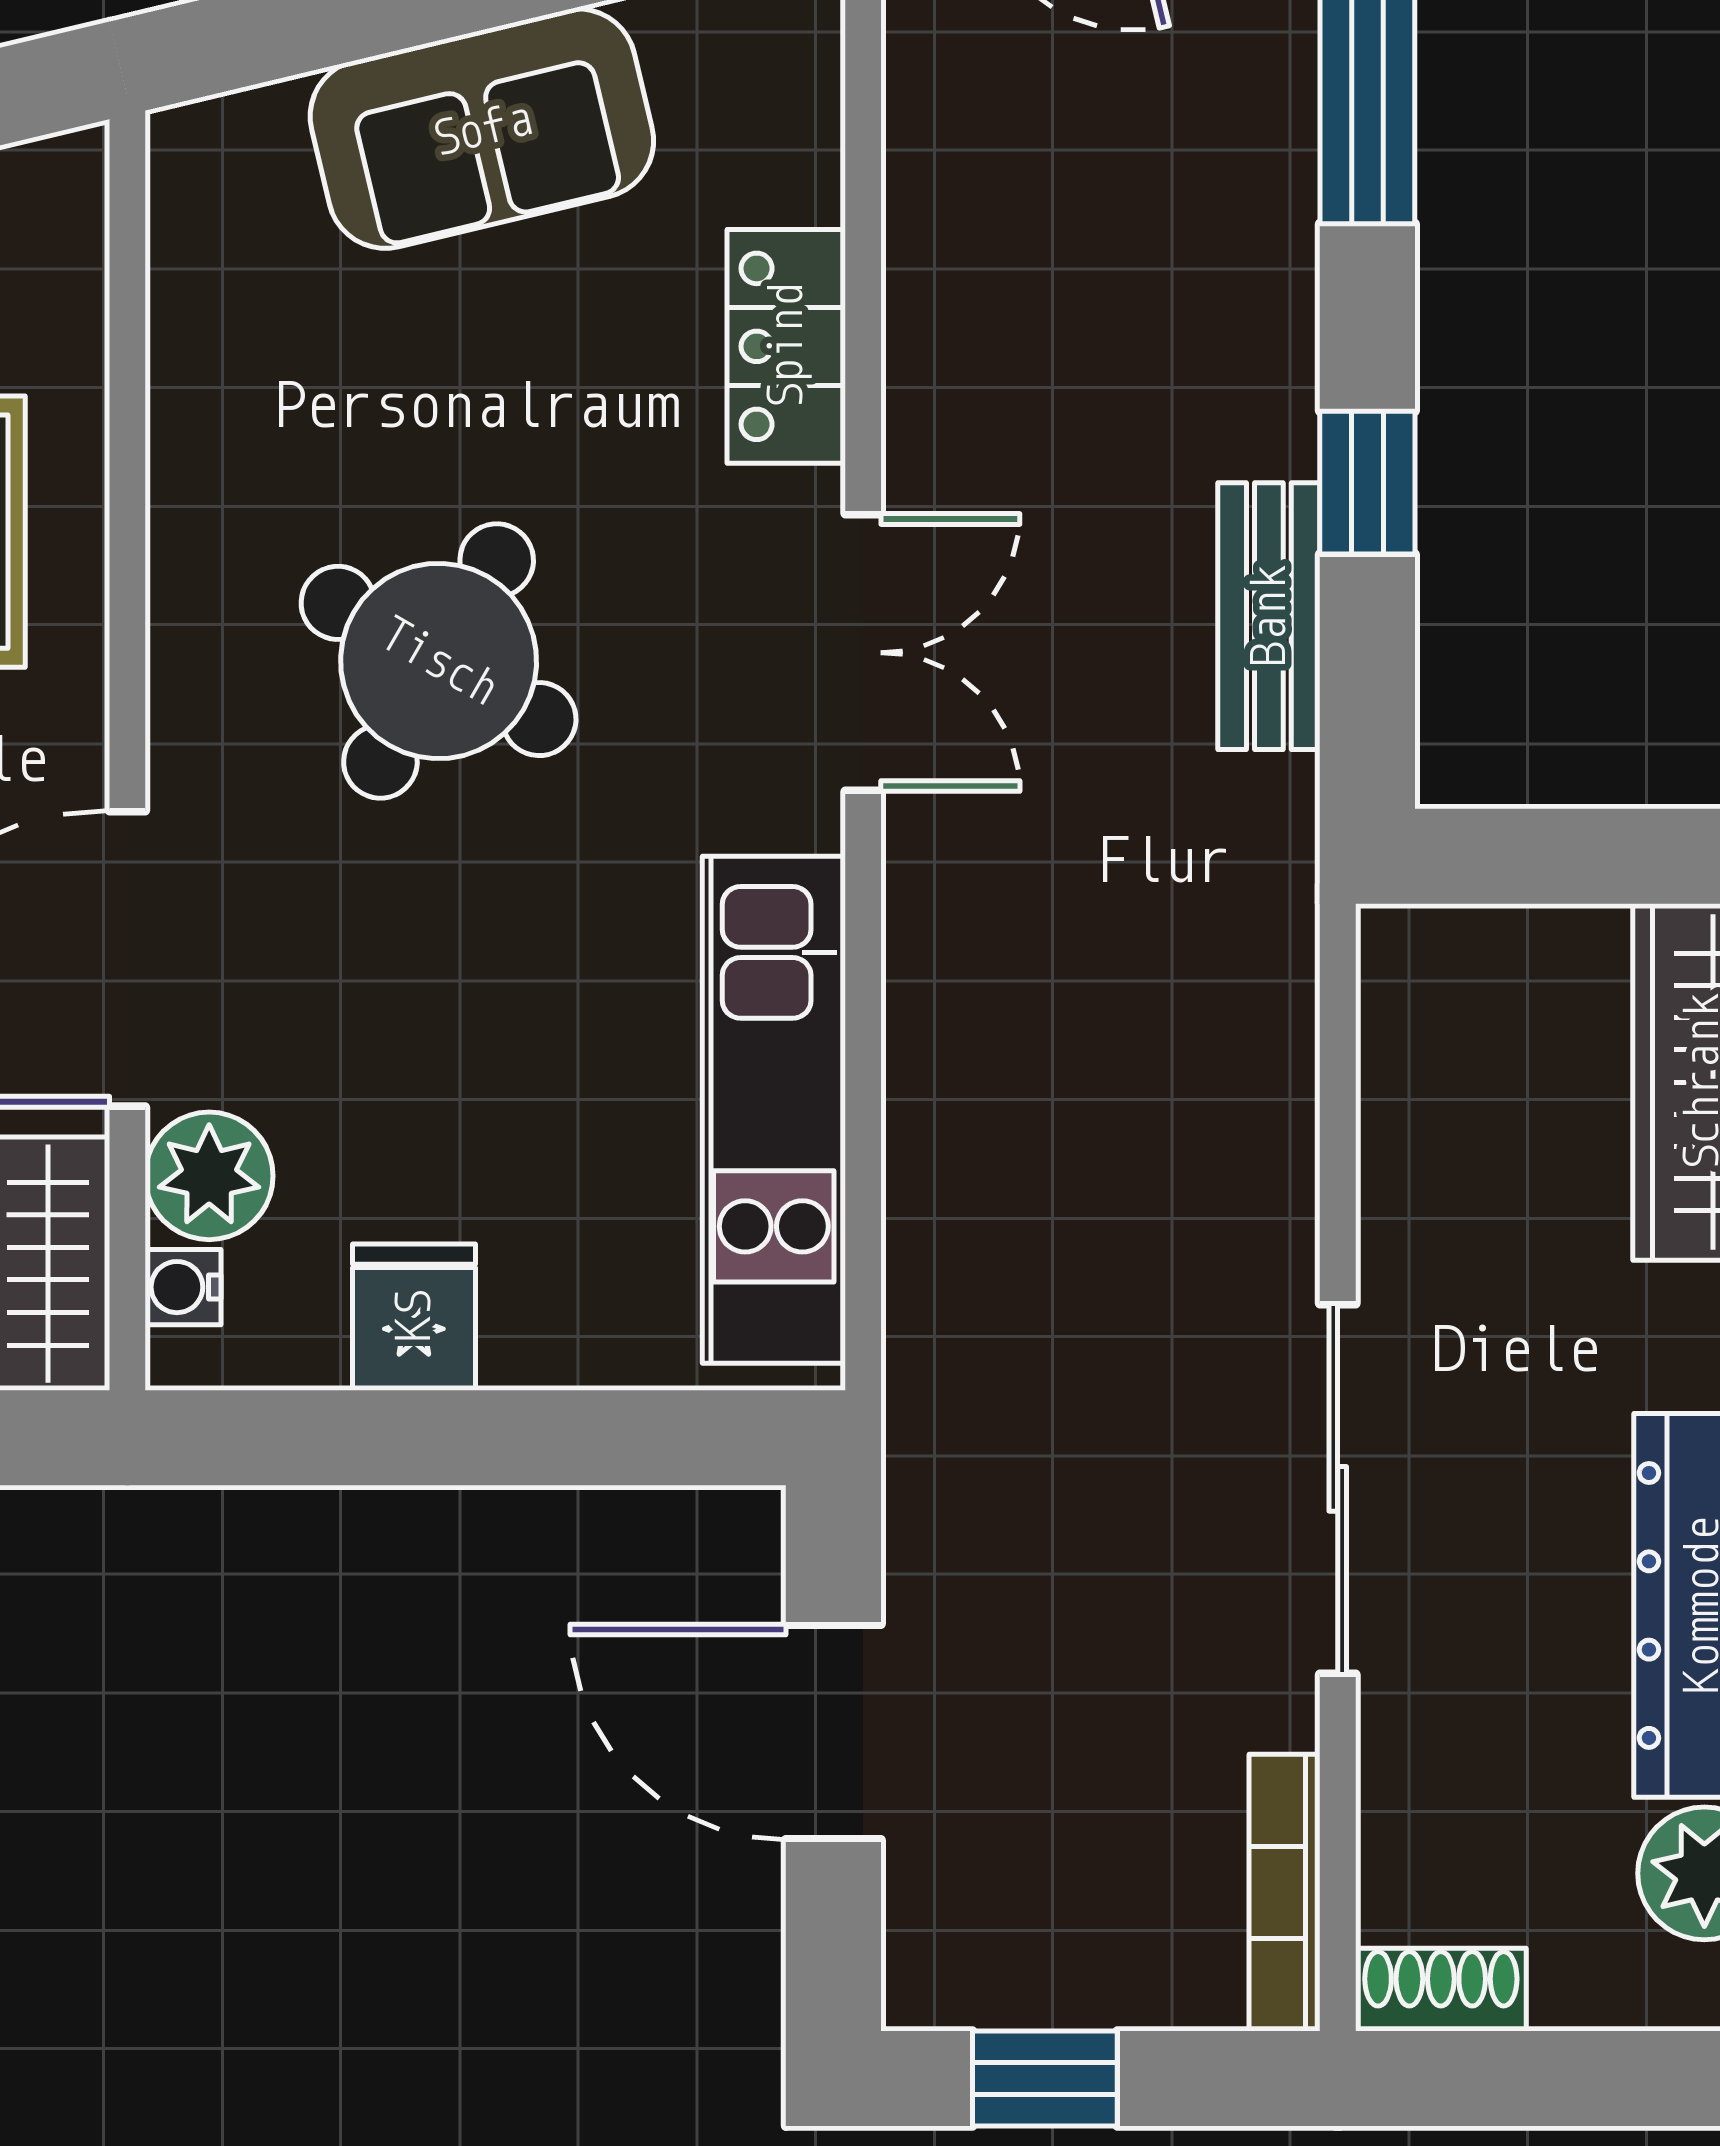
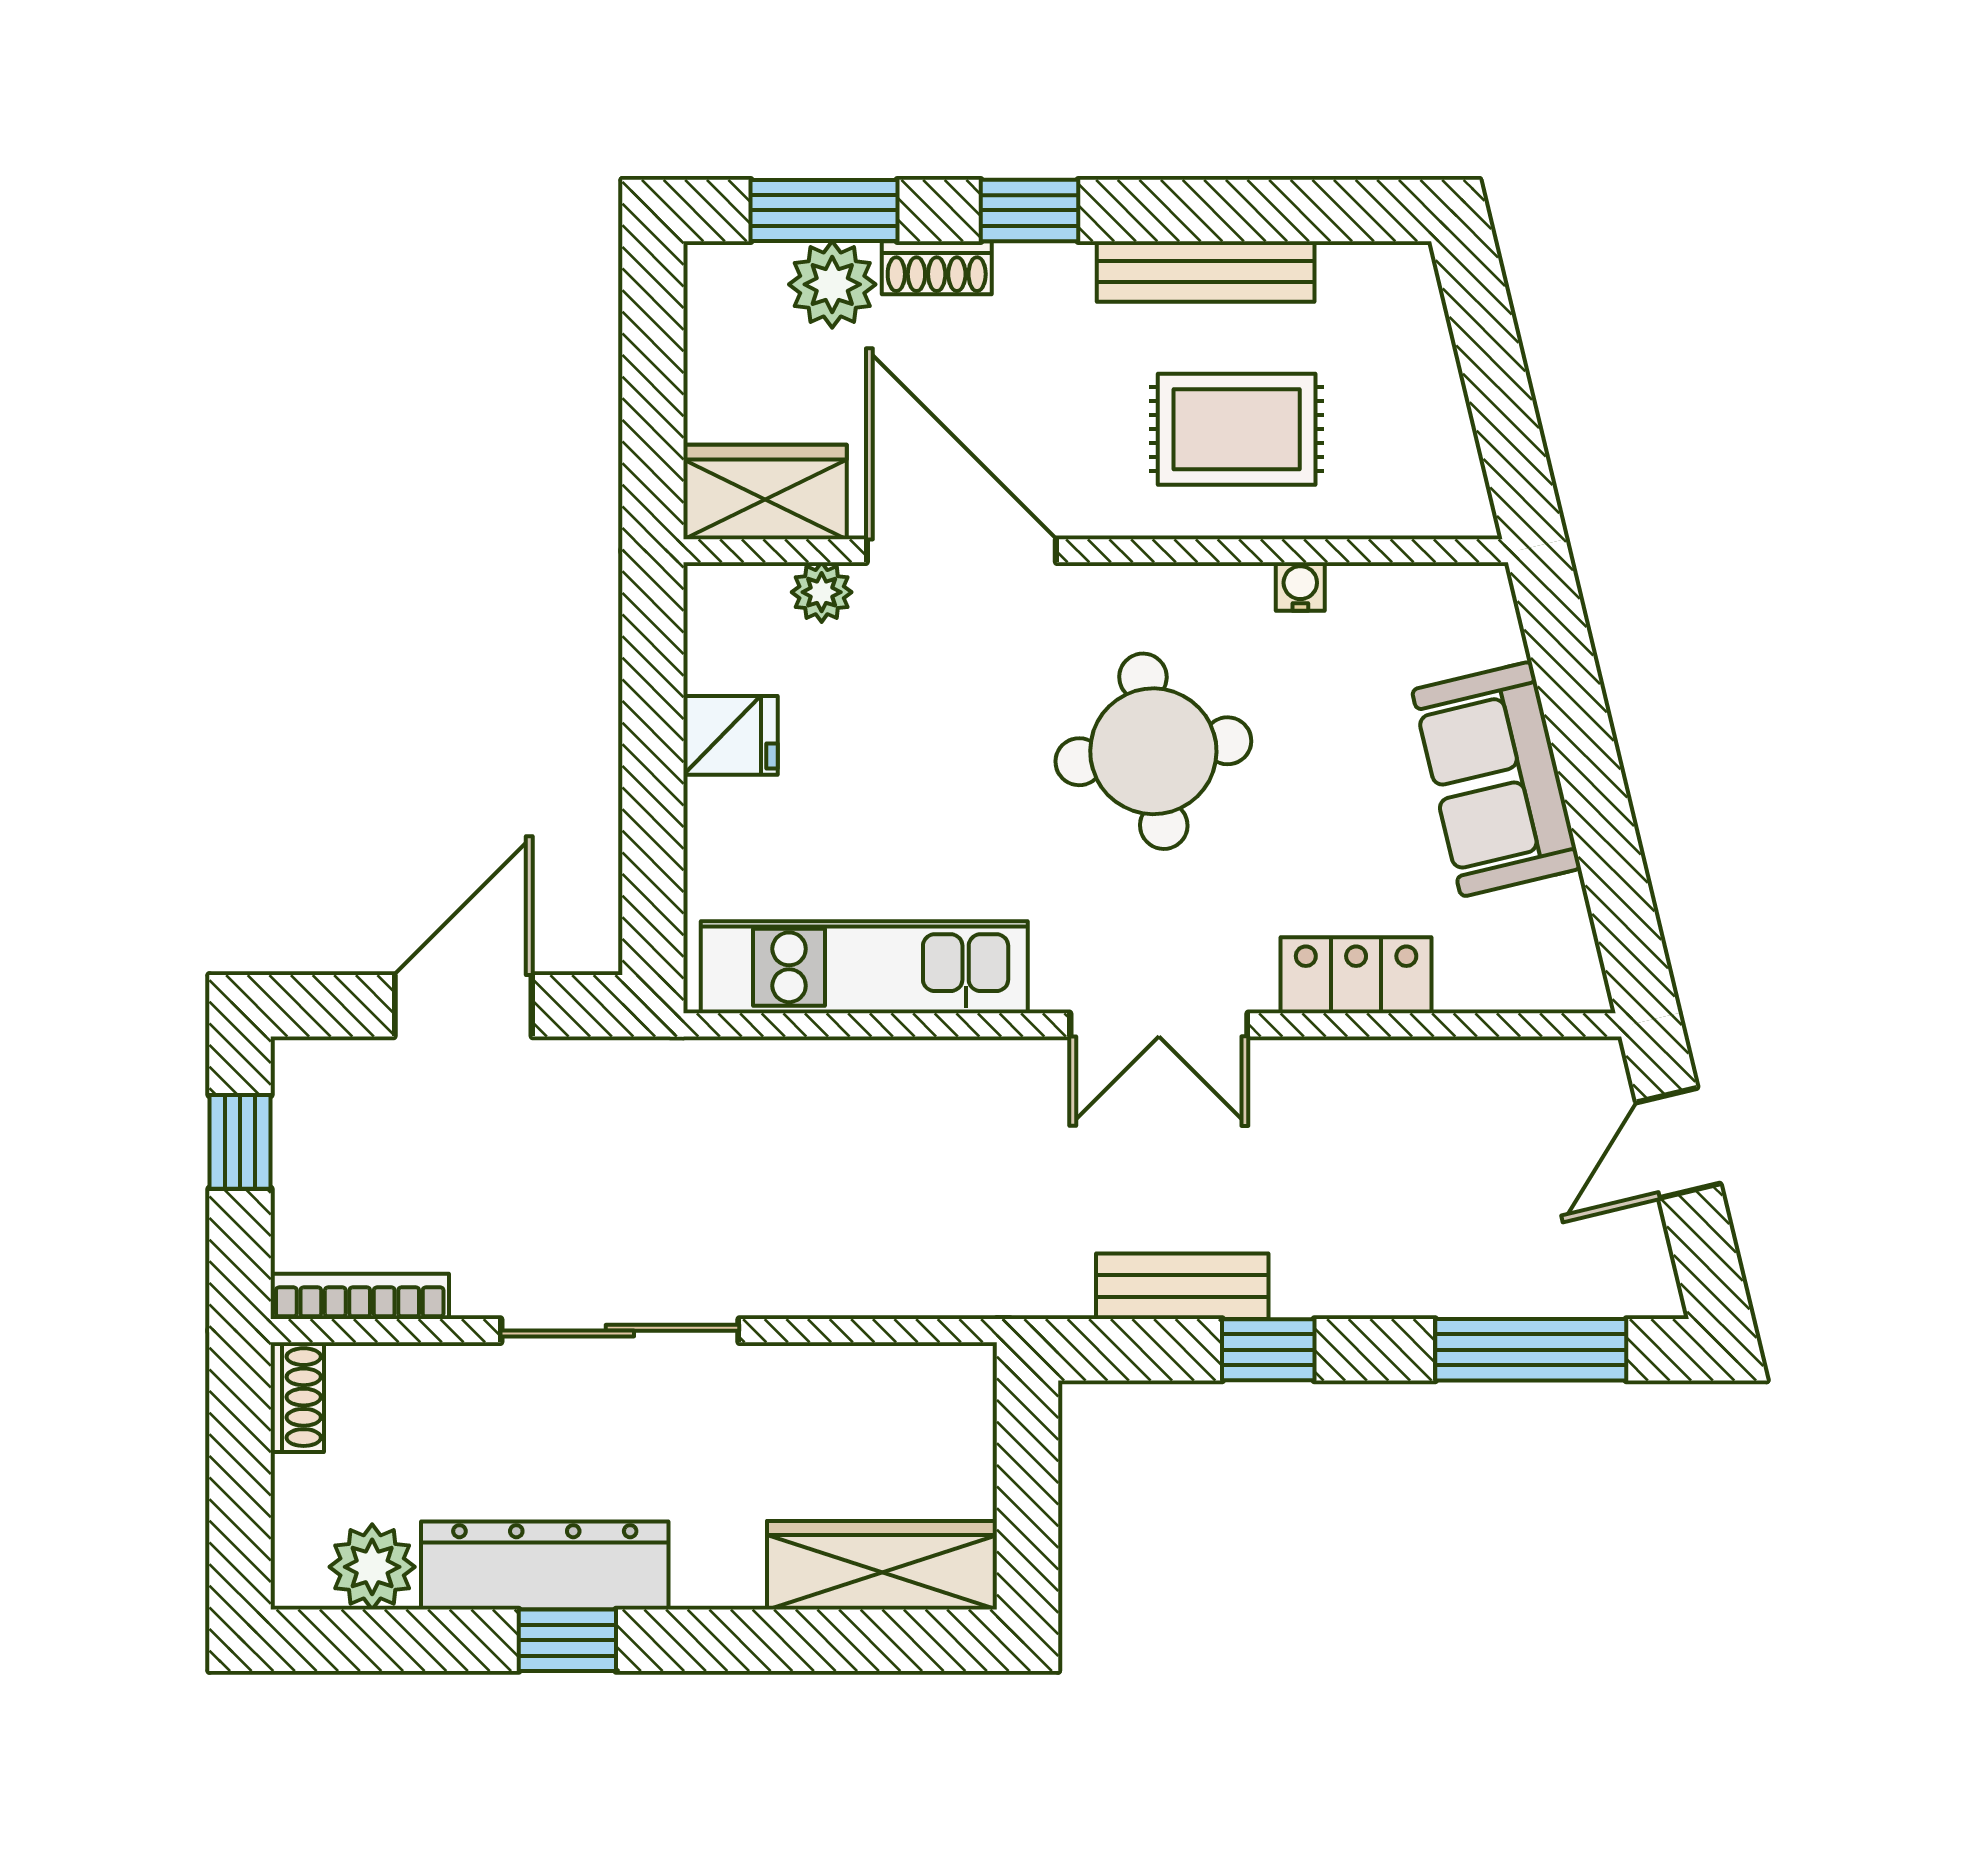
round table: (439, 661) -> (1153, 751), turned -38
plant: (209, 1176) -> (822, 592), width x0.73, depth x0.73
water cooler: (183, 1287) -> (1300, 587), moved

